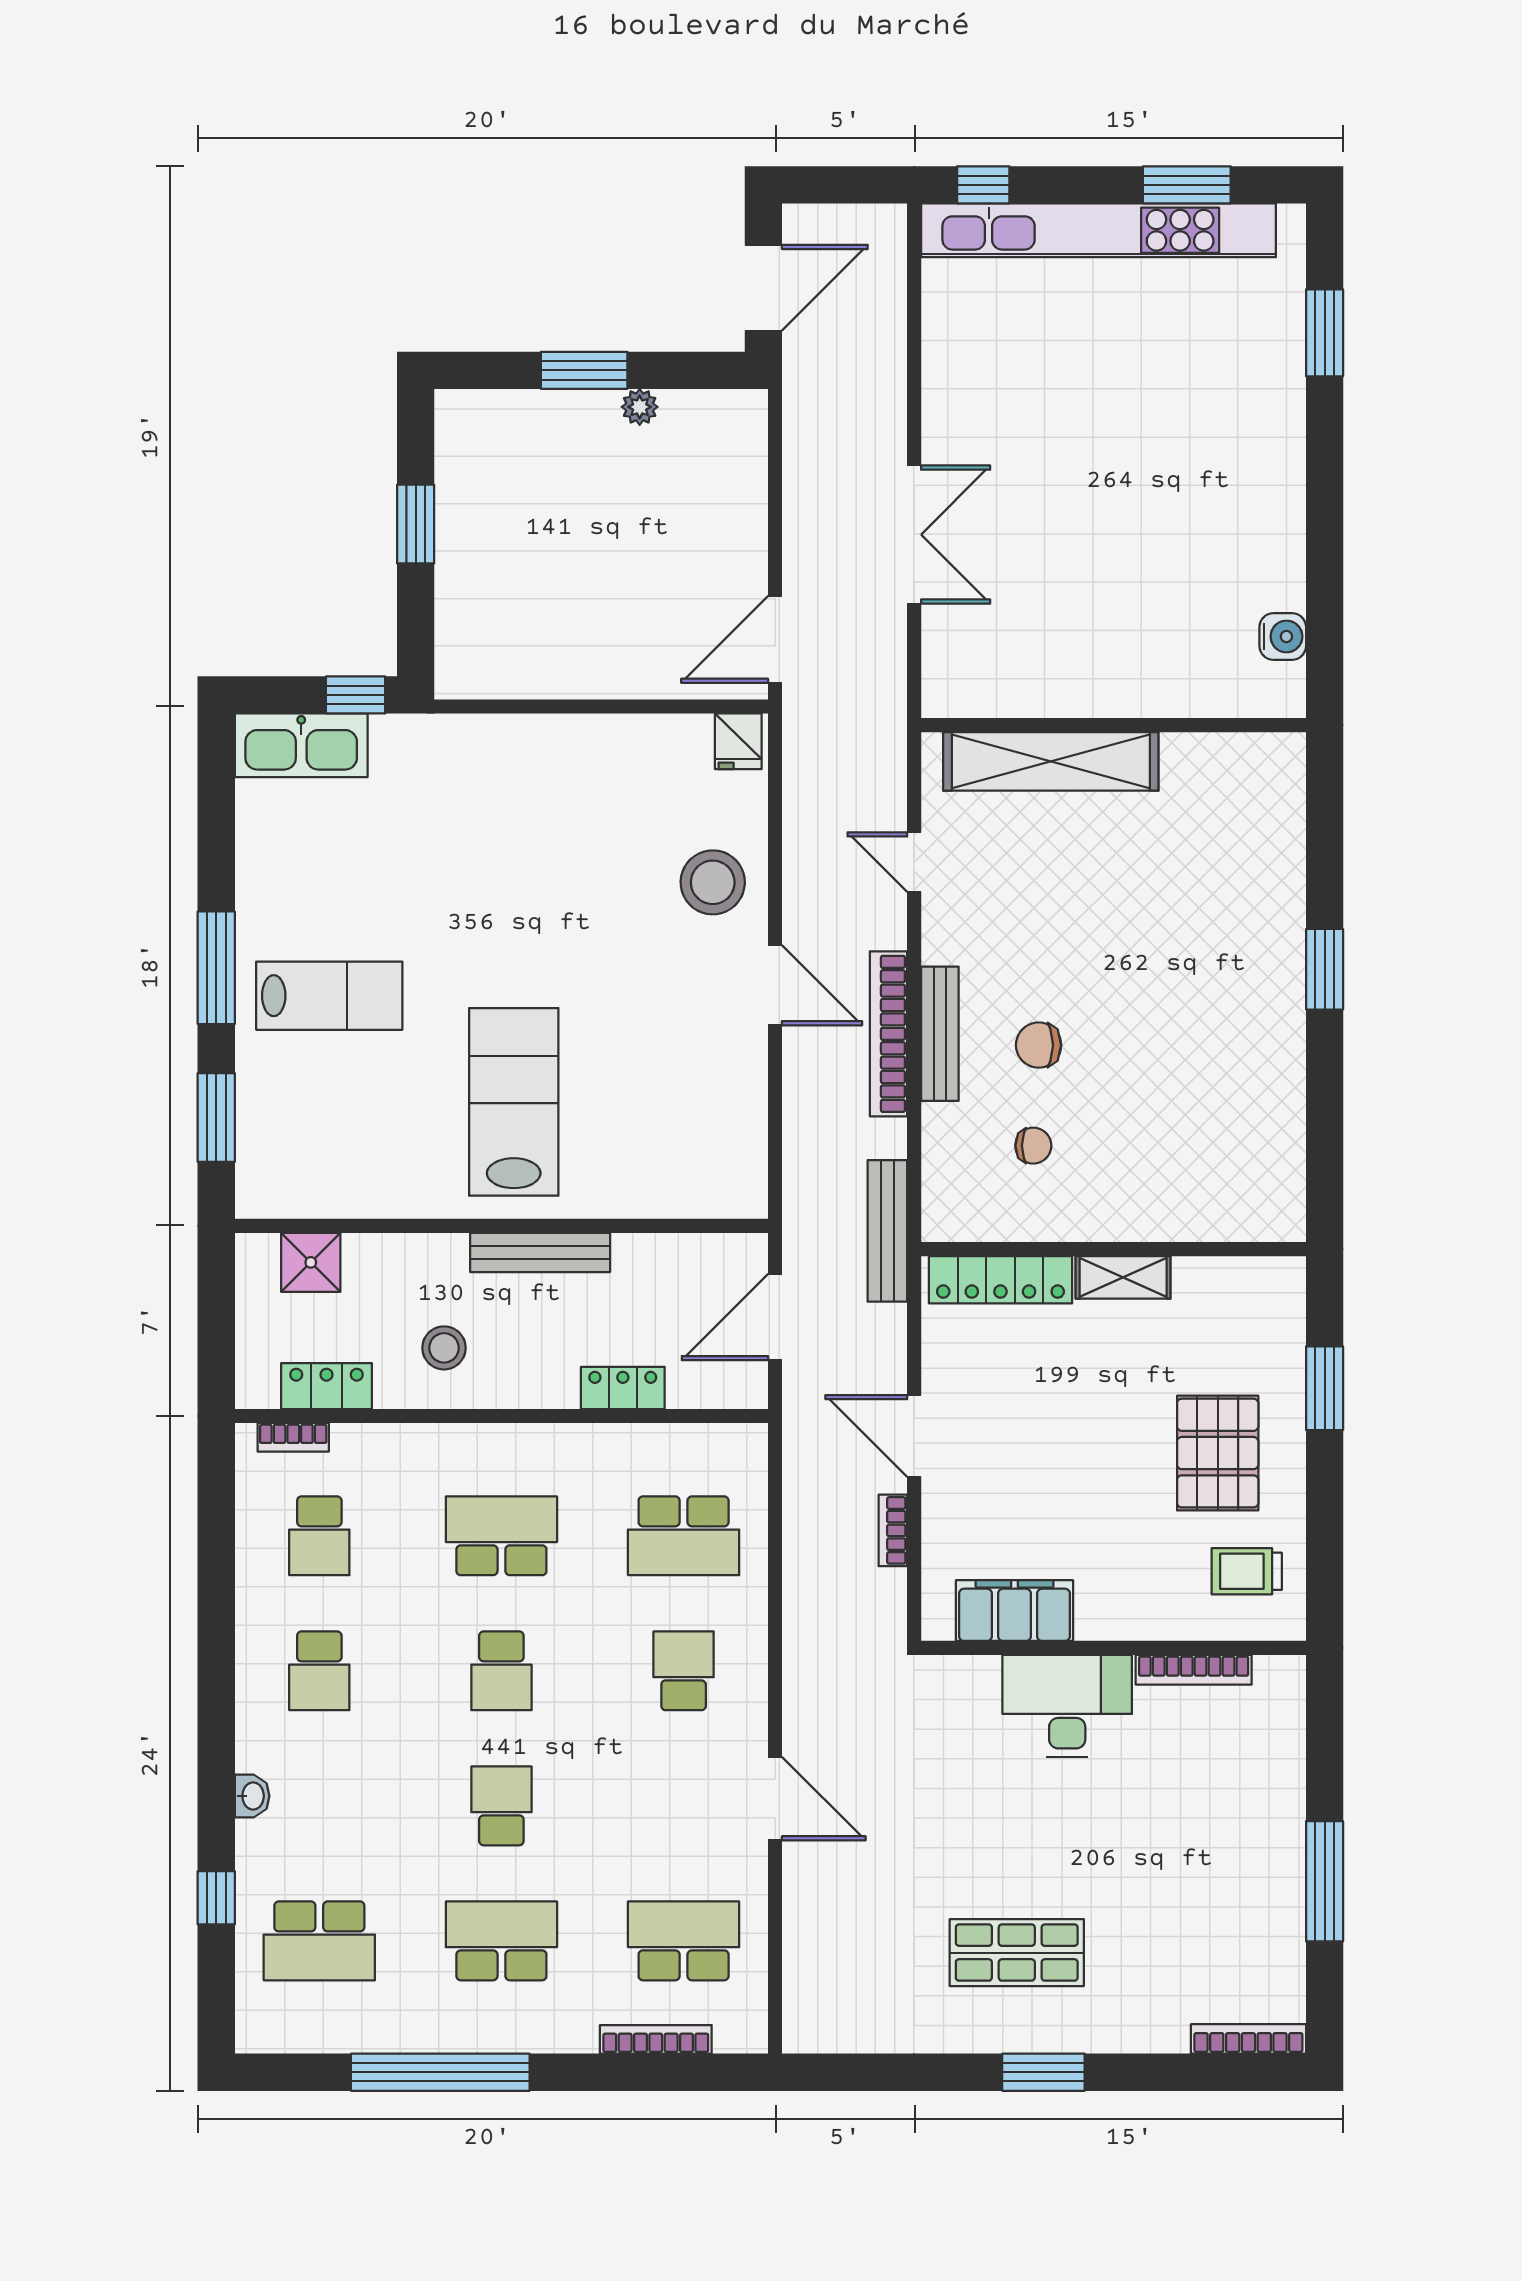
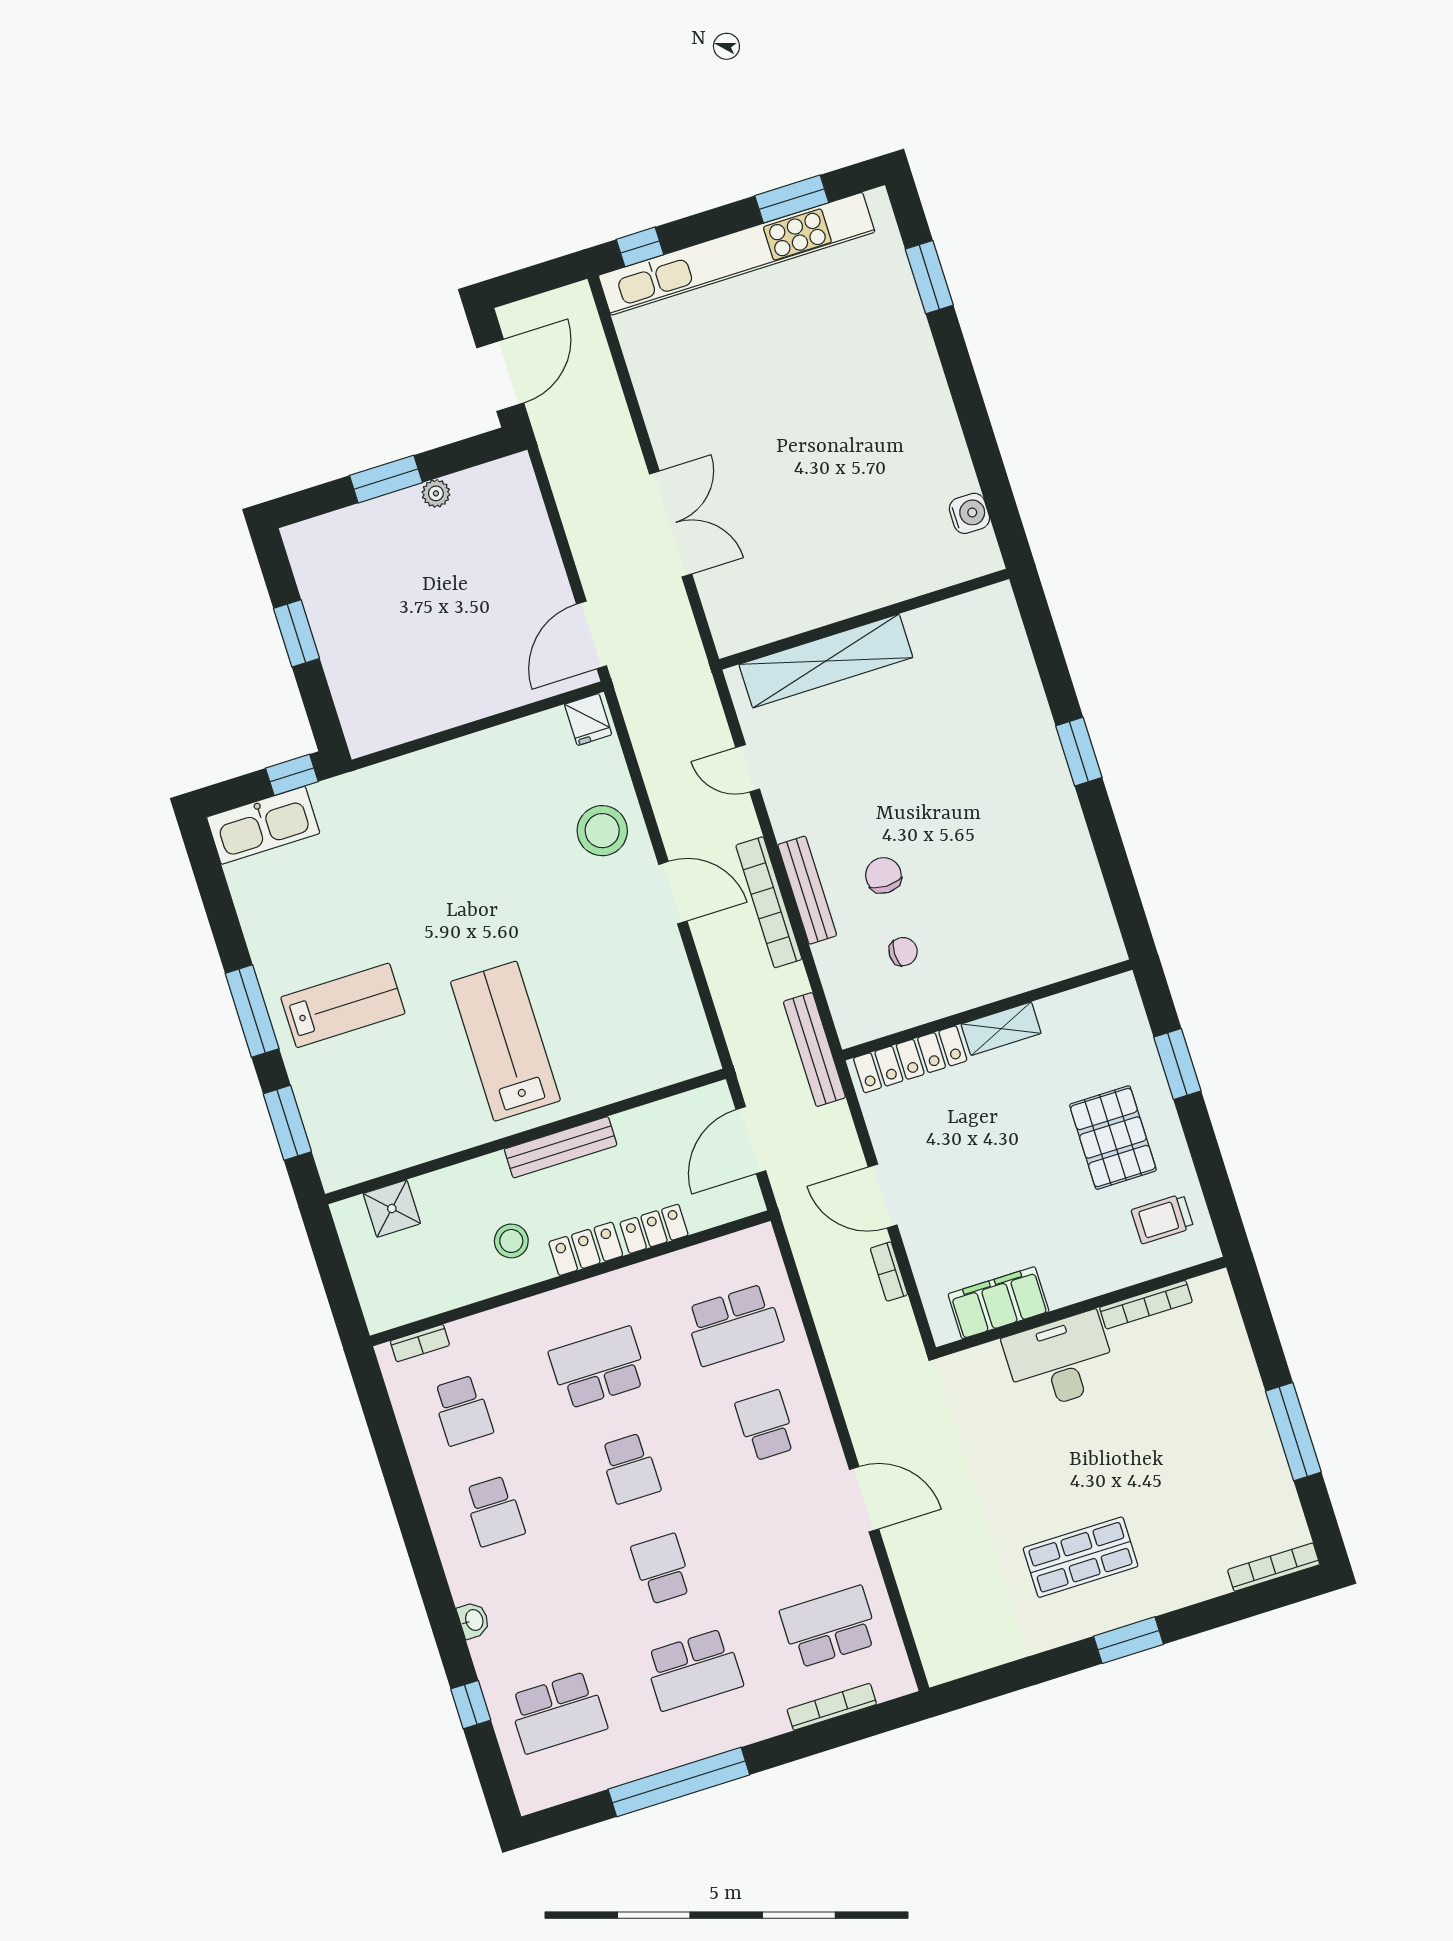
chair: (1039, 1045) -> (883, 875), turned 90
locker: (326, 1386) -> (586, 1249), moved
school desk: (501, 1941) -> (694, 1670), turned 180

